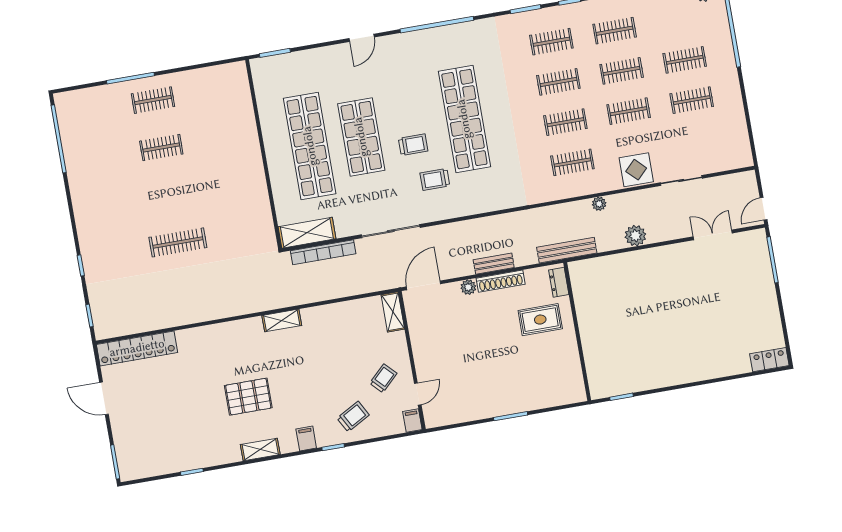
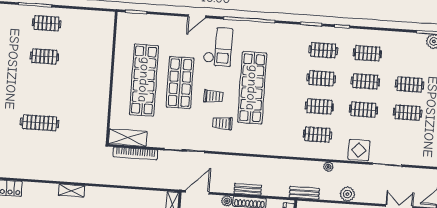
checkout: (402, 73) -> (218, 47), added
bench: (567, 250) -> (304, 193), width x0.73
shelving: (282, 320) -> (71, 191), moved

